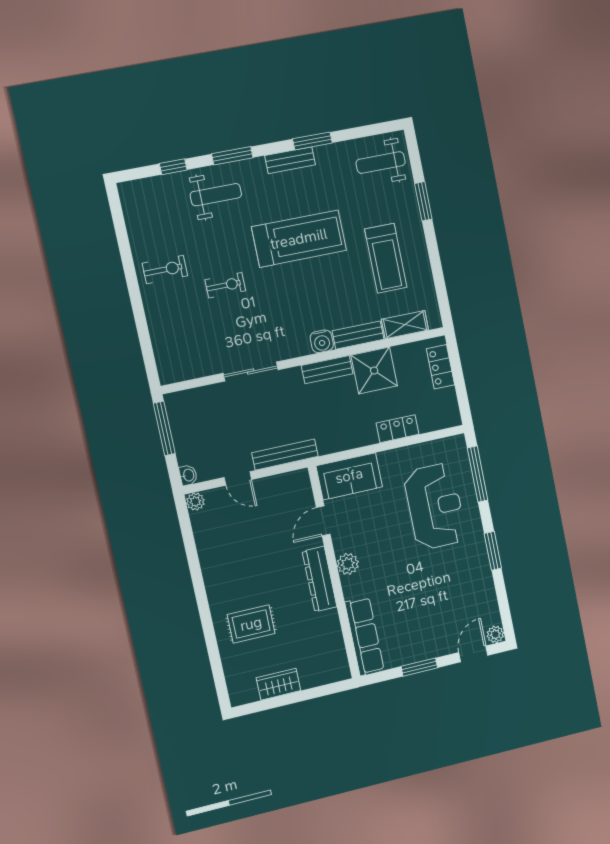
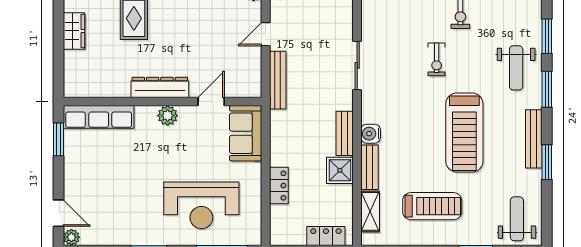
bench: (290, 160) -> (534, 139), width x1.36
window: (173, 167) -> (547, 36), width x1.50
treadmill: (386, 258) -> (432, 206), turned 180
shower: (374, 371) -> (340, 170), width x0.73, depth x0.73
door: (323, 521) -> (211, 102), hinge flipped
window: (419, 667) -> (58, 139), moved

